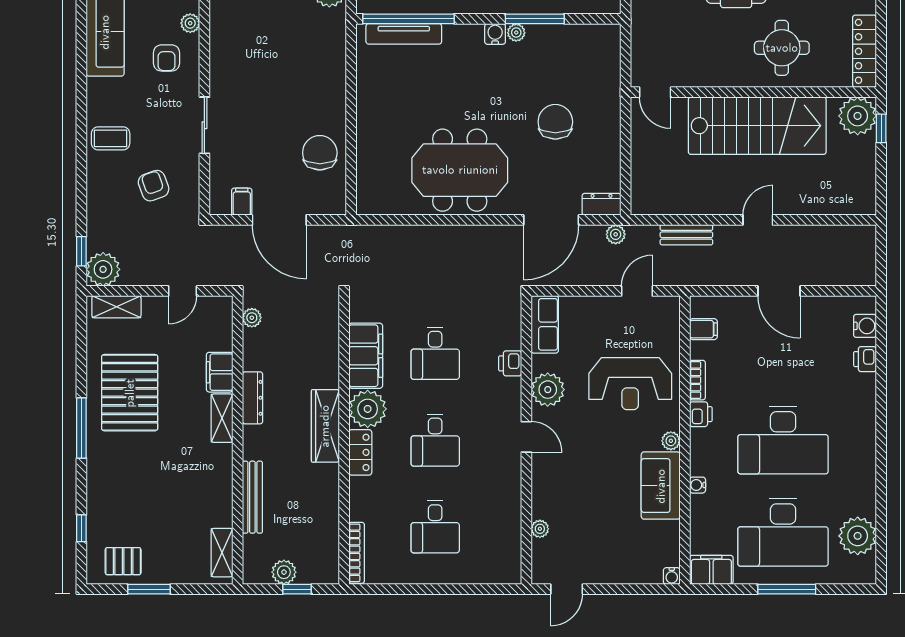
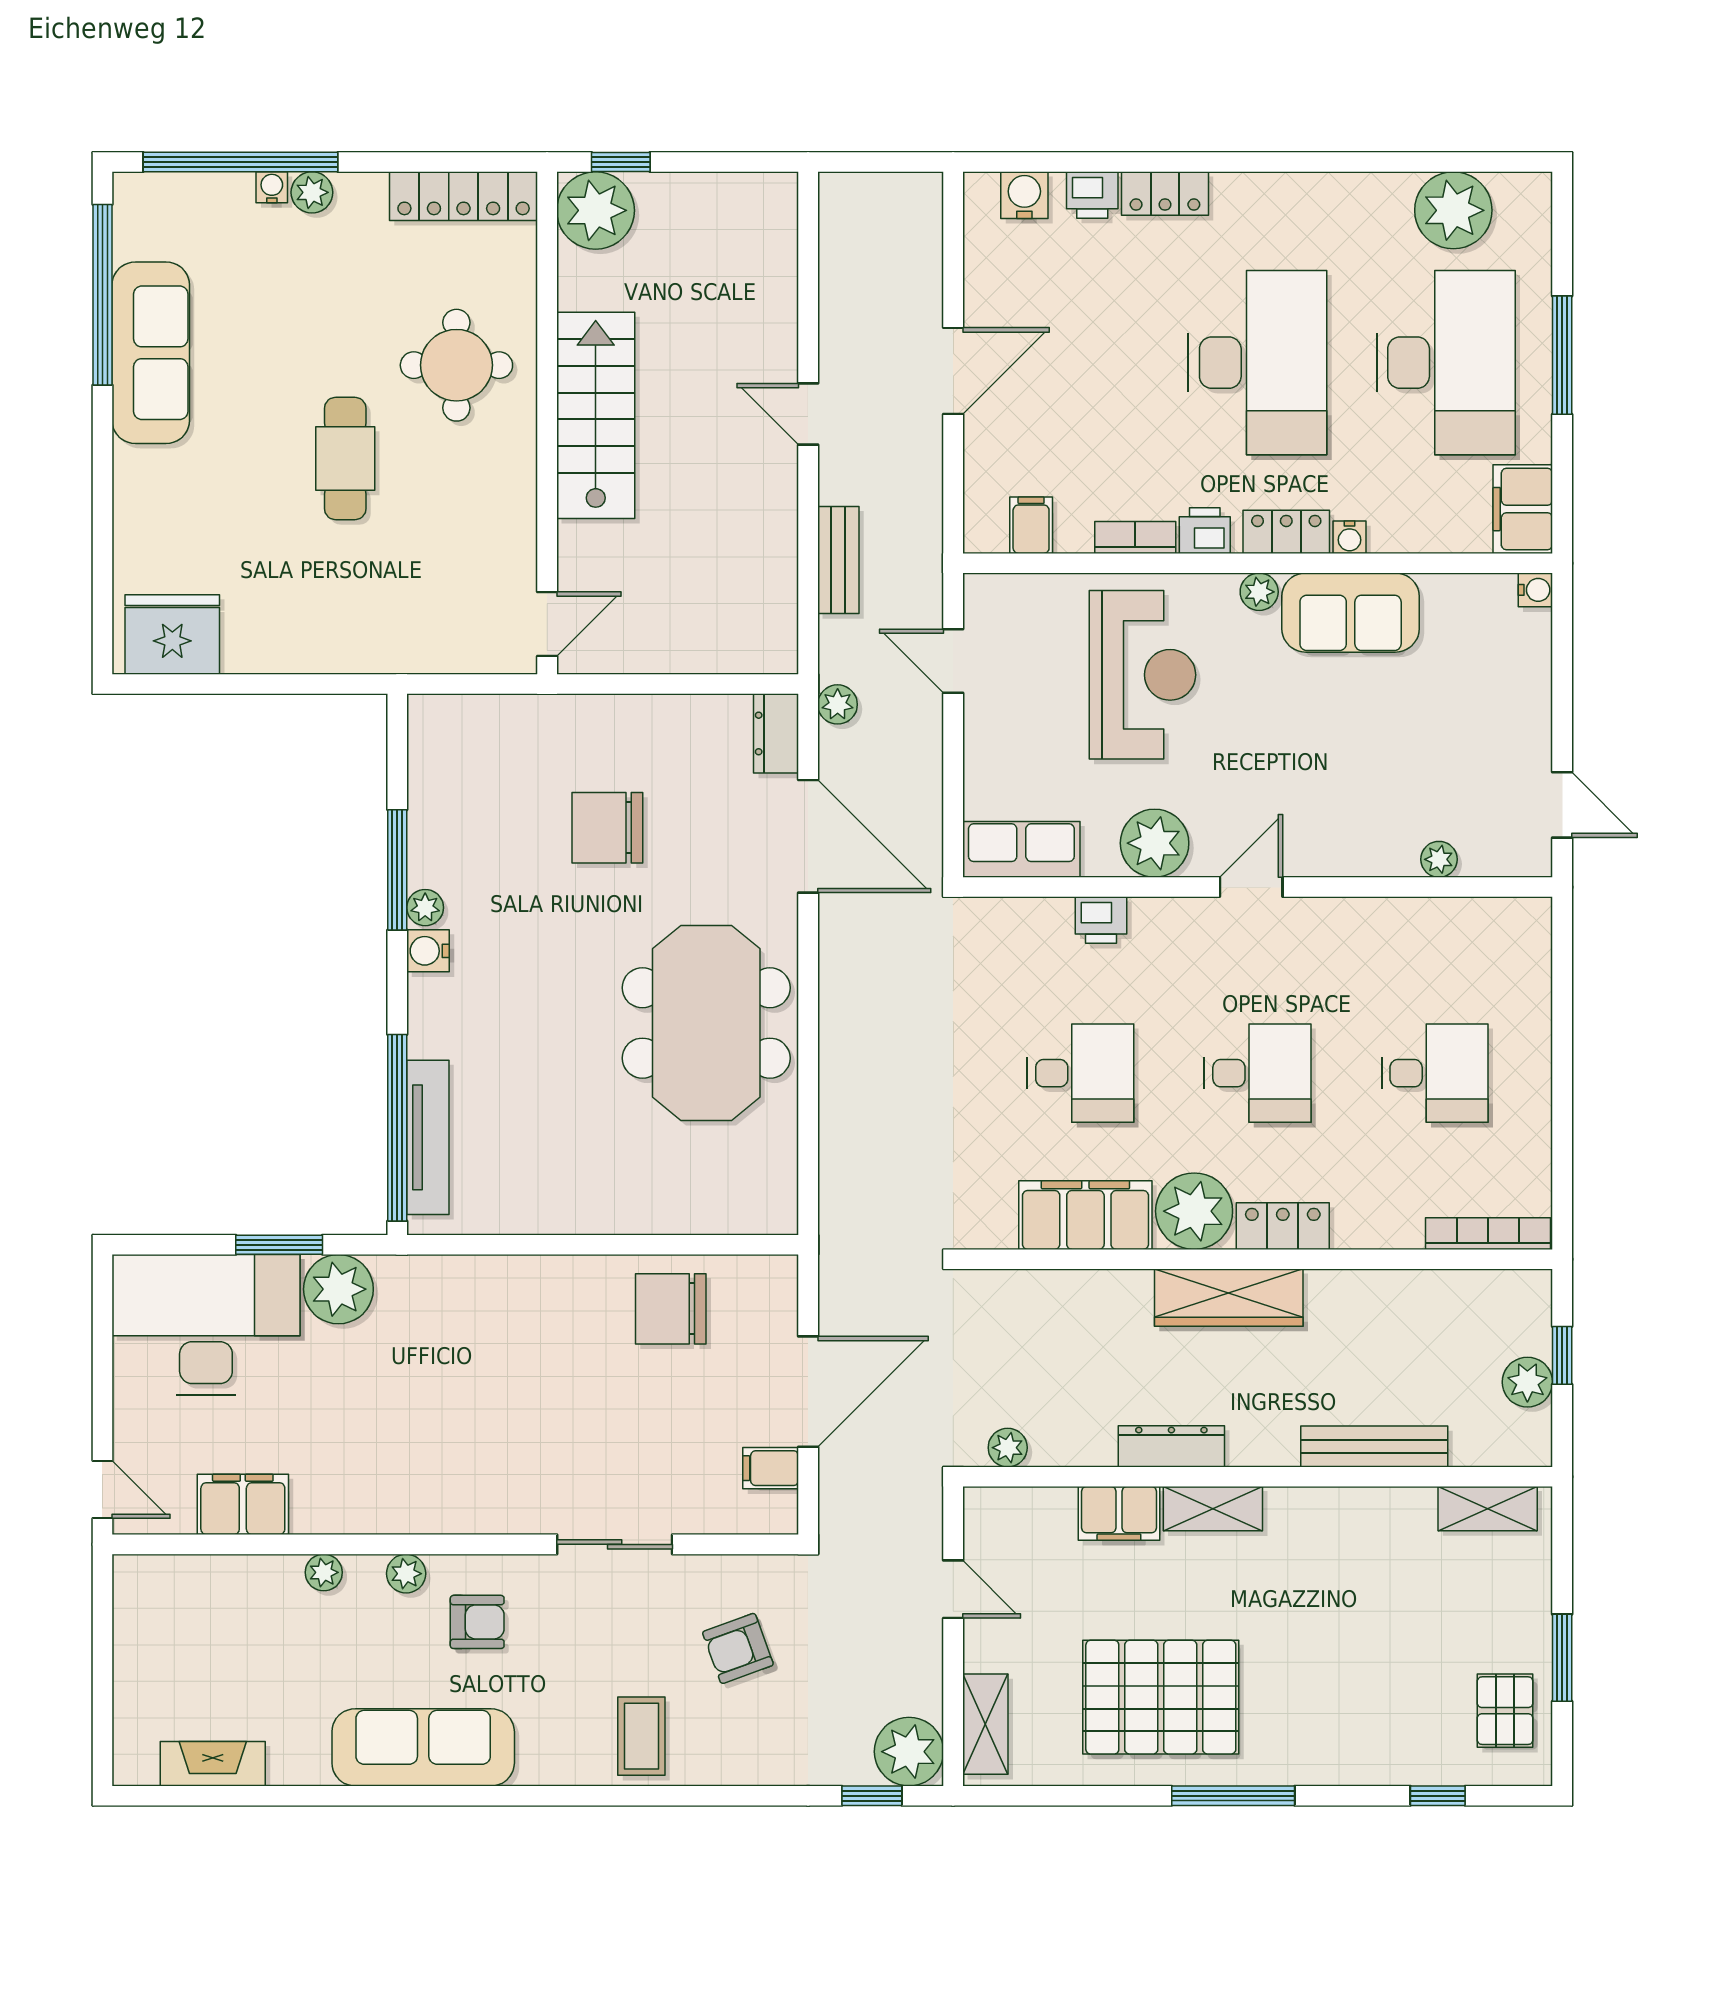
stairs: (757, 126) -> (596, 415), width x0.73, depth x0.66
locker: (866, 395) -> (1165, 194), added
locker: (700, 454) -> (1286, 532), added

